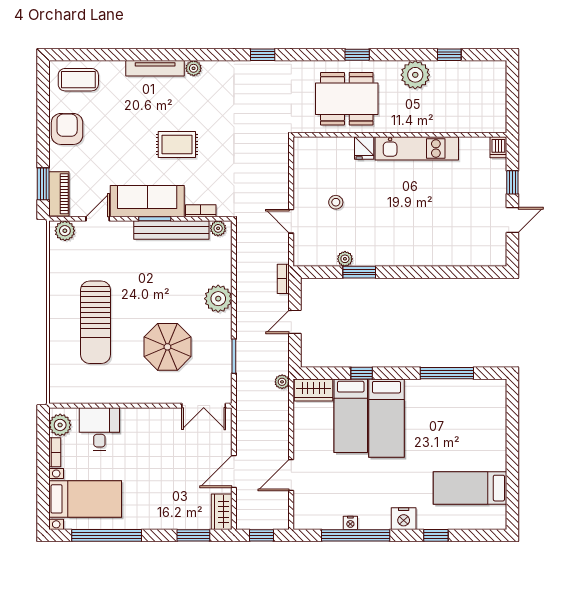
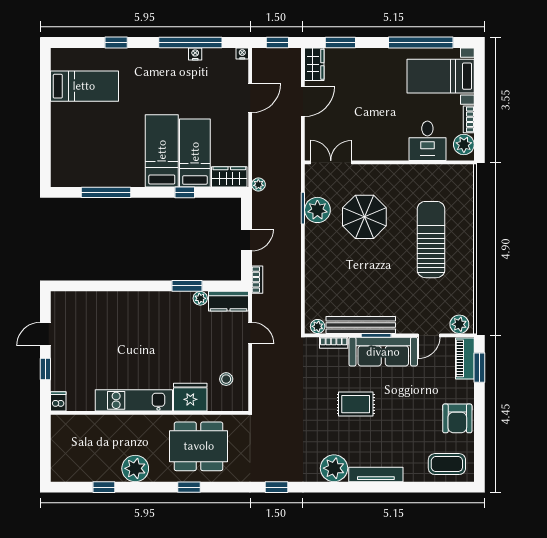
plant: (194, 68) -> (334, 468), width x1.87, depth x1.87
fridge: (364, 148) -> (190, 397), width x1.88, depth x1.34
stool: (336, 202) -> (226, 379), moved
kitchen counter: (314, 256) -> (228, 301), added
plant: (218, 299) -> (317, 210), moved
nightstand: (404, 519) -> (242, 53), moved, width x0.53, depth x0.56

